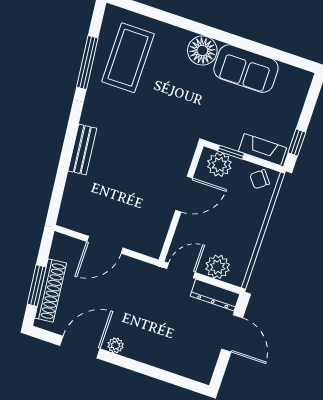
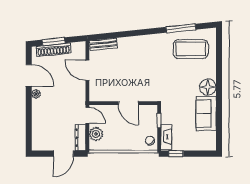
bench: (82, 150) -> (103, 44), moved
plant: (219, 165) -> (150, 117), removed

